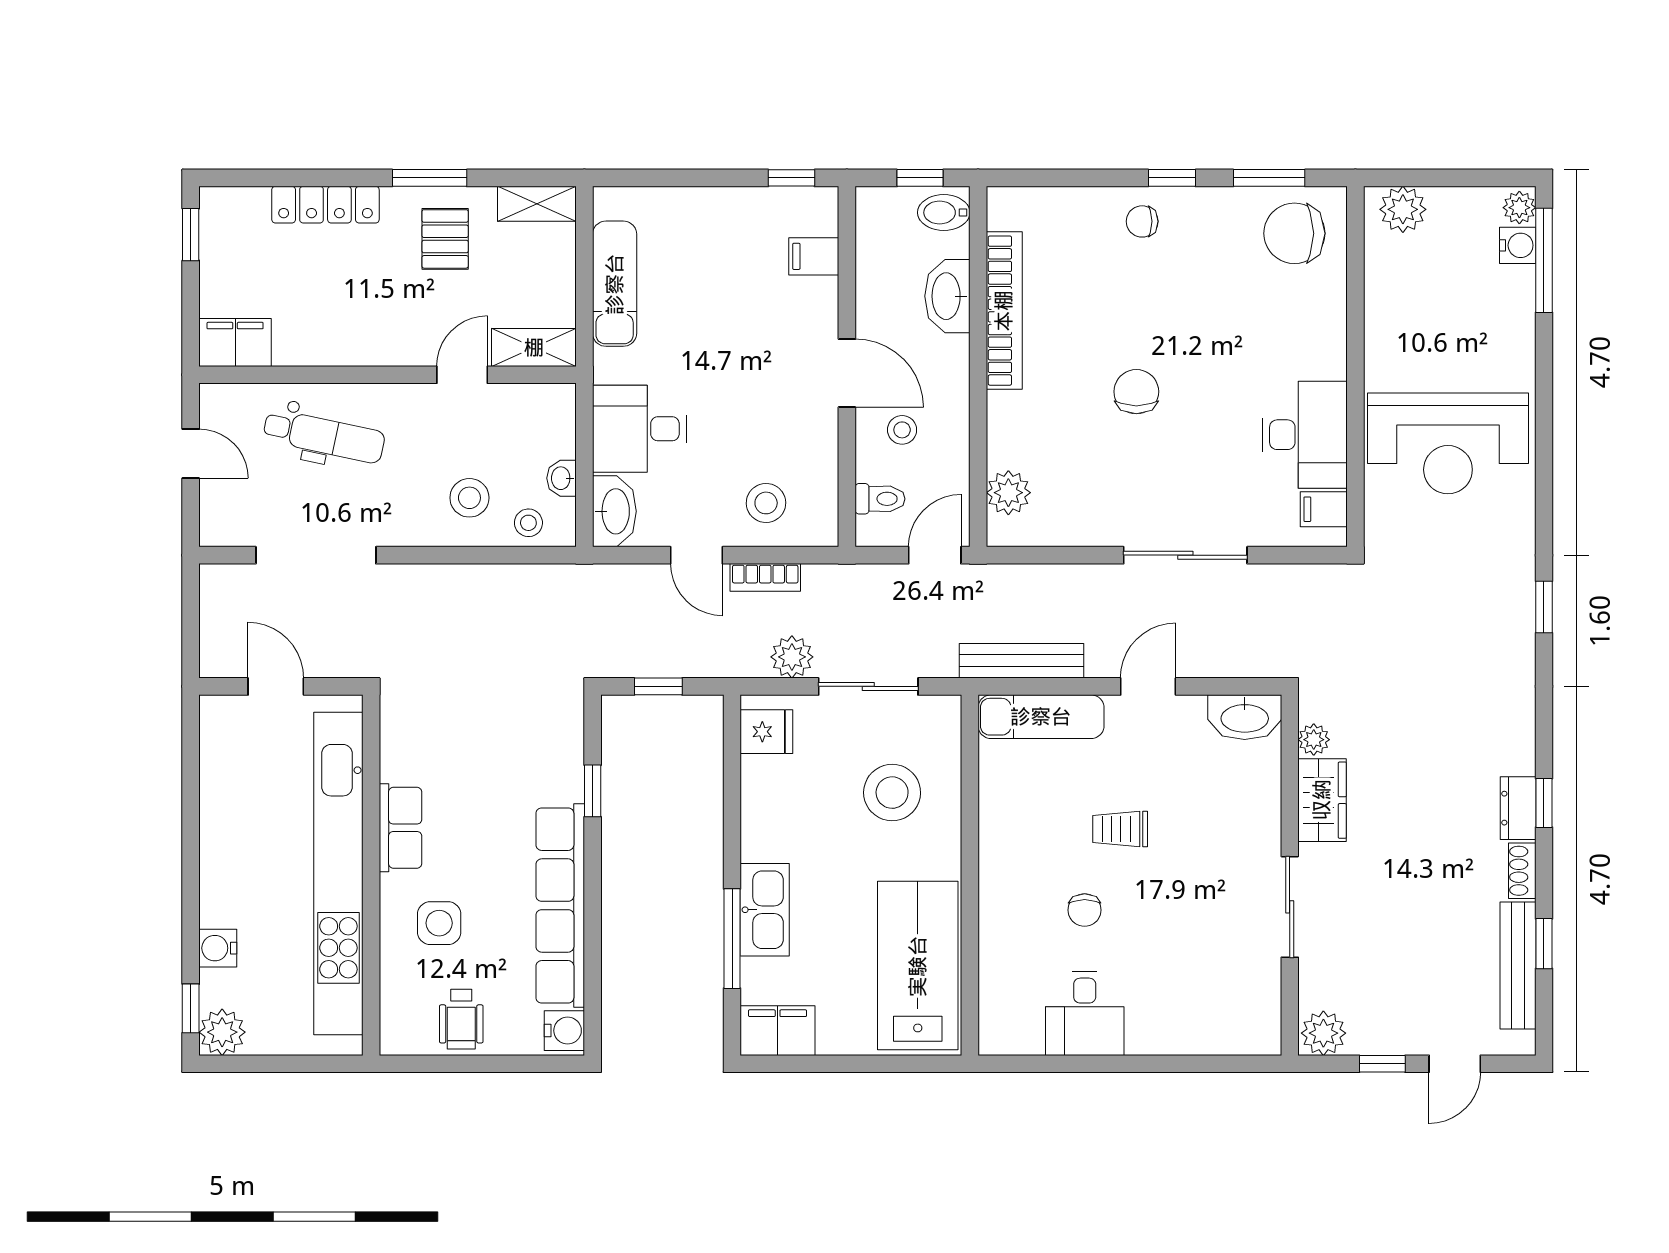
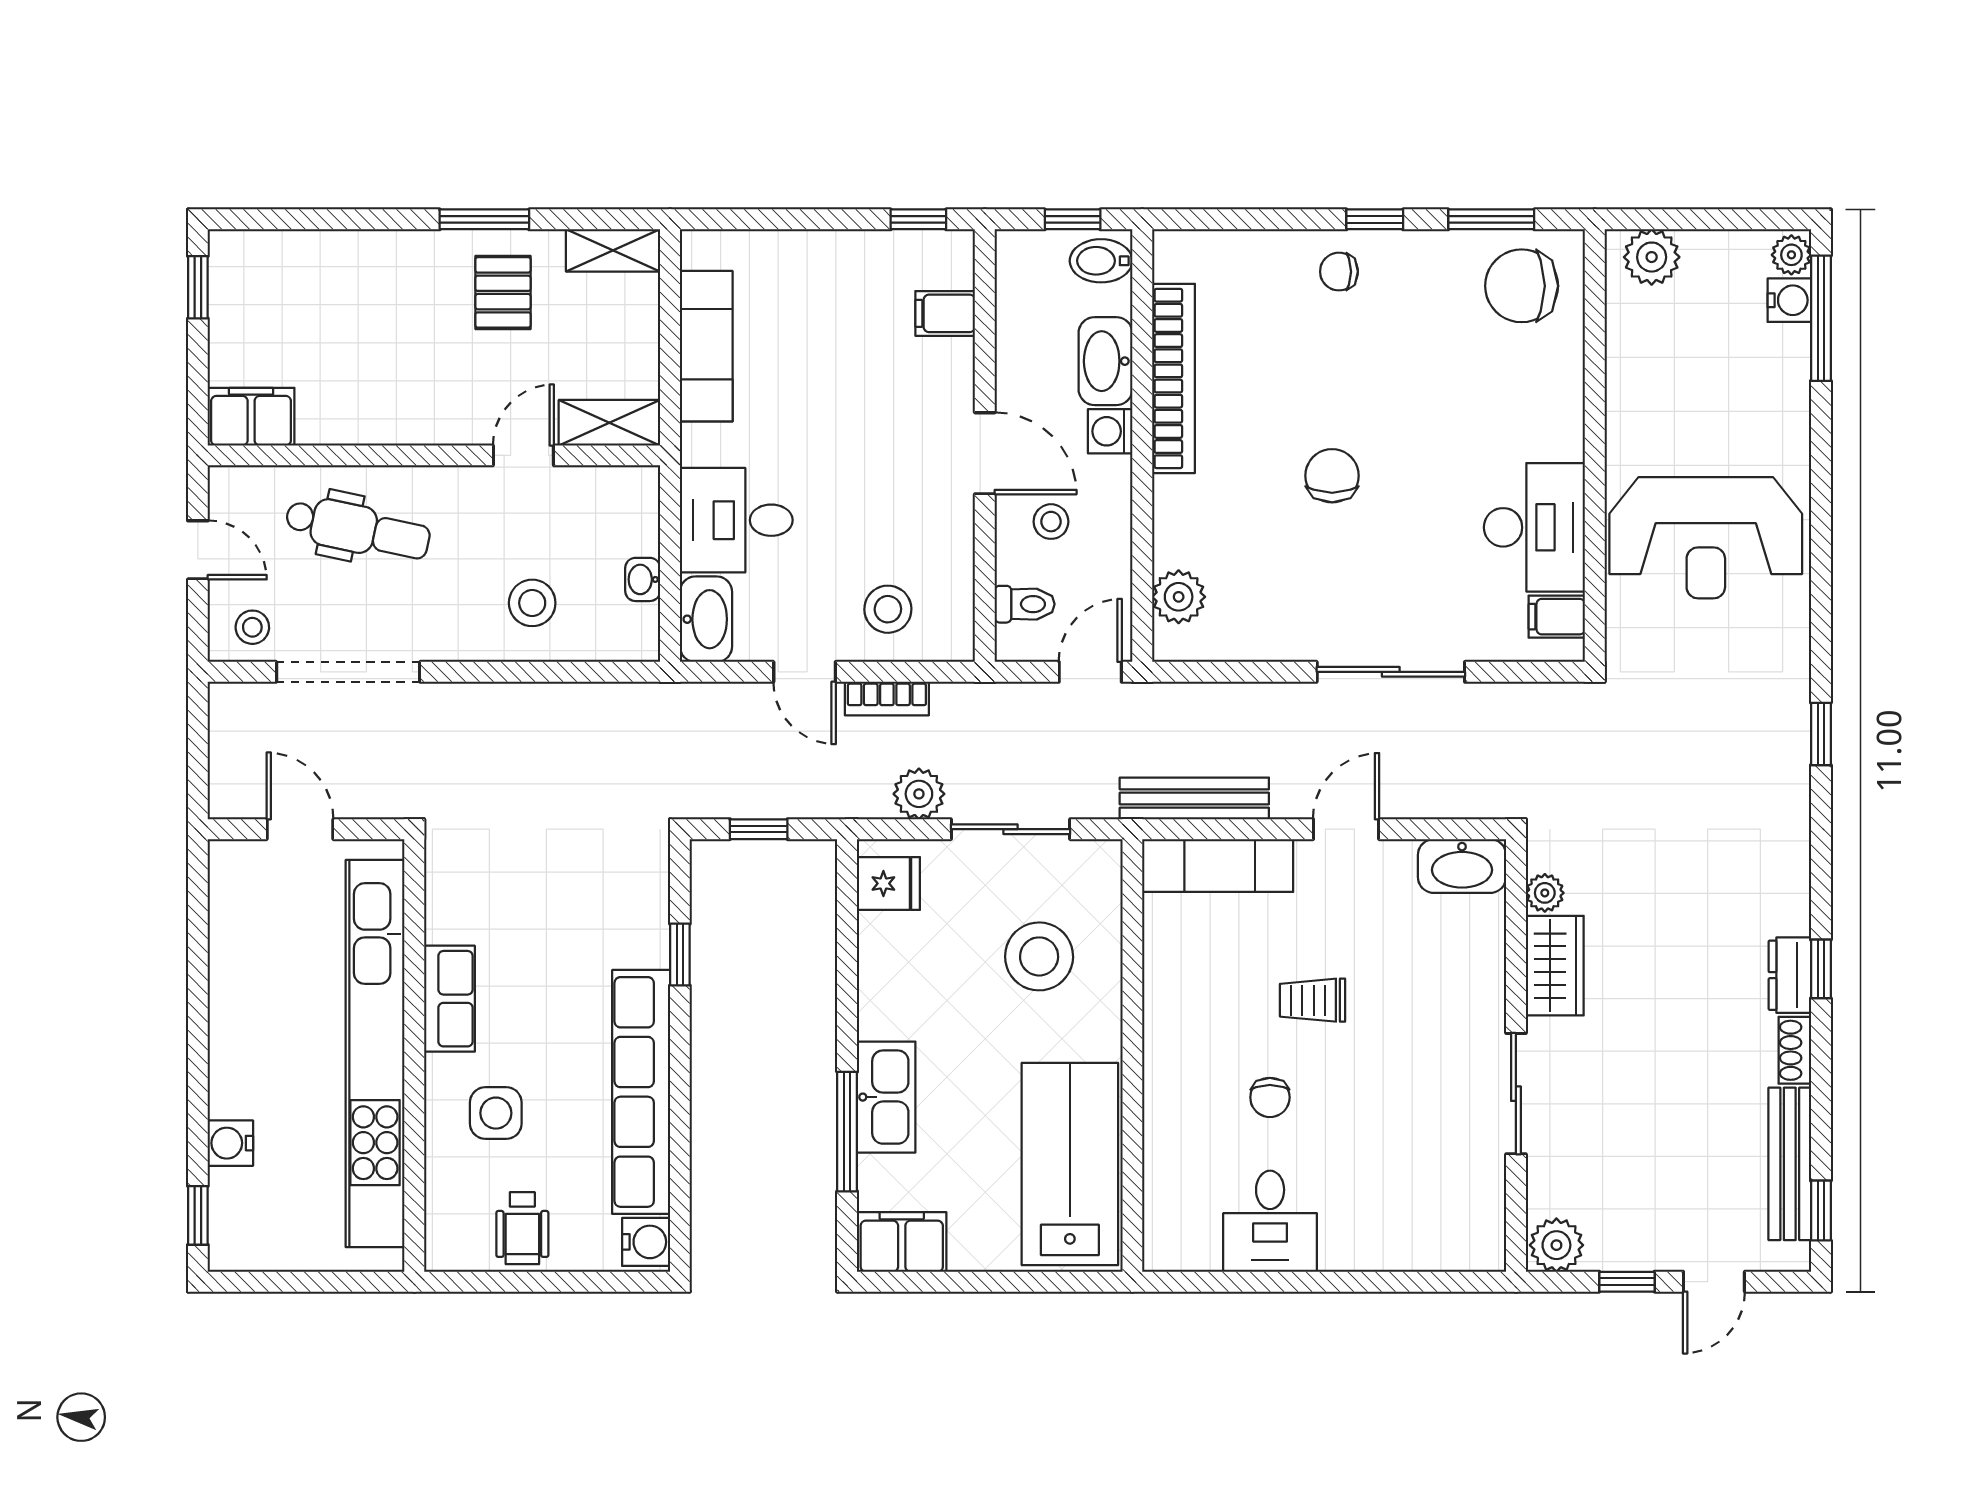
locker: (325, 205) -> (360, 251), removed
washing machine: (951, 355) -> (1110, 431), added
stool: (528, 523) -> (252, 627), moved
window: (1544, 944) -> (1821, 1211), moved
plant: (222, 1032) -> (236, 1244), removed

